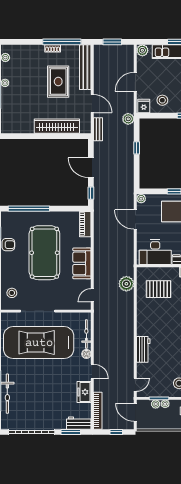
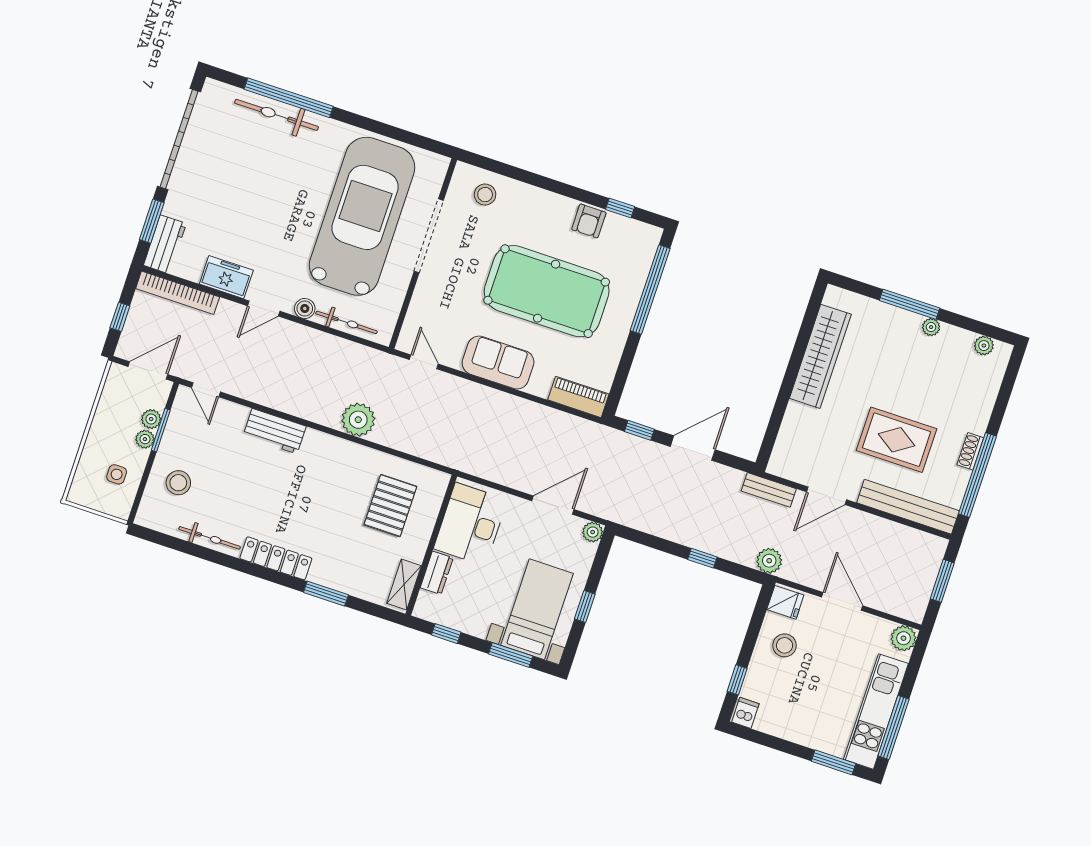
wardrobe: (57, 126) -> (820, 356), moved
plant: (126, 284) -> (358, 420), moved

